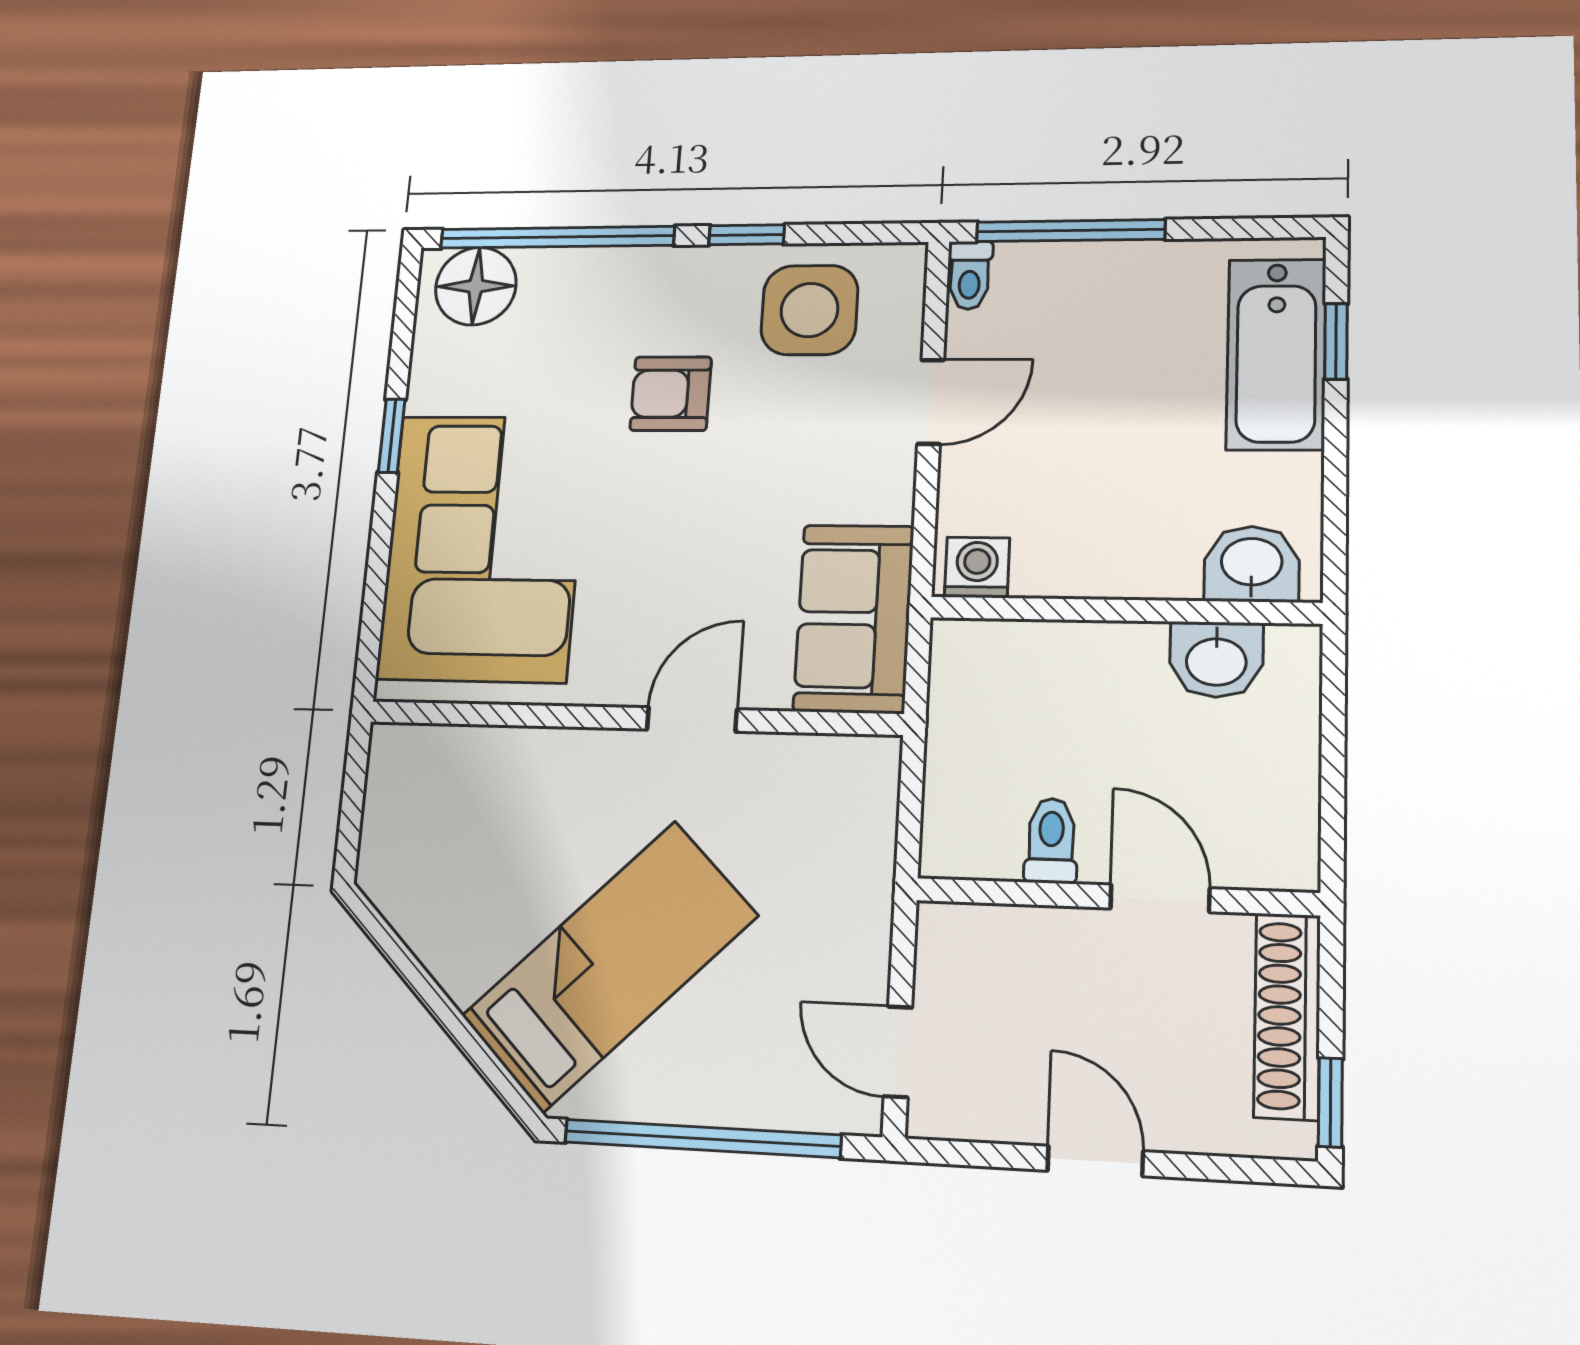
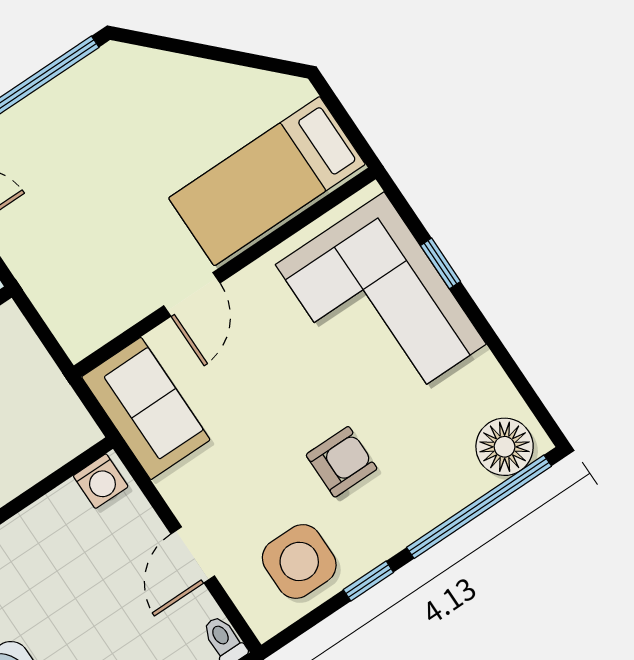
window: (392, 436) -> (441, 263), moved
bed: (610, 966) -> (267, 181), moved, turned 45

